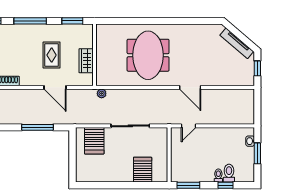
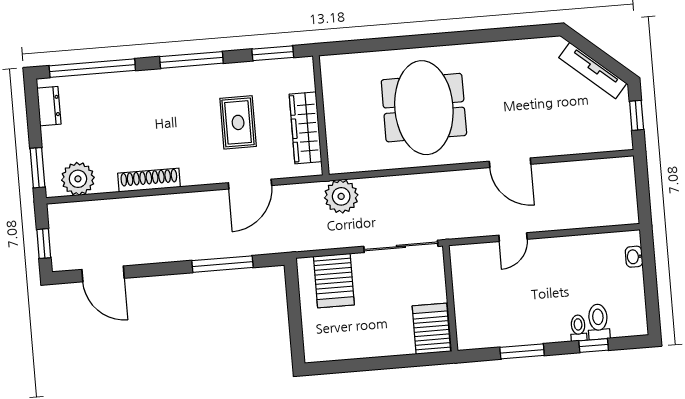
wardrobe: (86, 61) -> (306, 128), width x1.50
door: (55, 87) -> (250, 184), hinge flipped
plant: (102, 93) -> (341, 196), width x1.87, depth x1.87
window: (257, 153) -> (650, 279), removed
wall: (169, 155) -> (450, 298), moved

